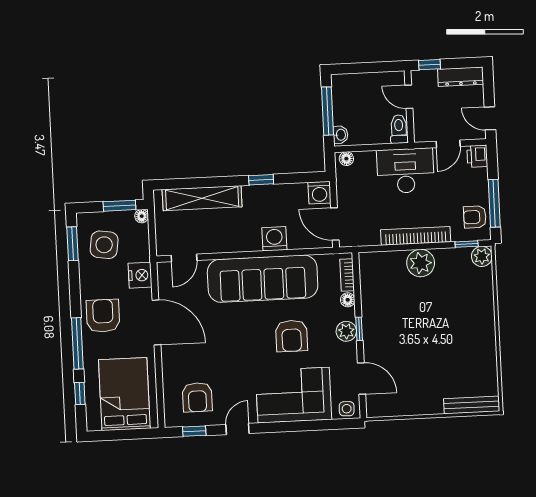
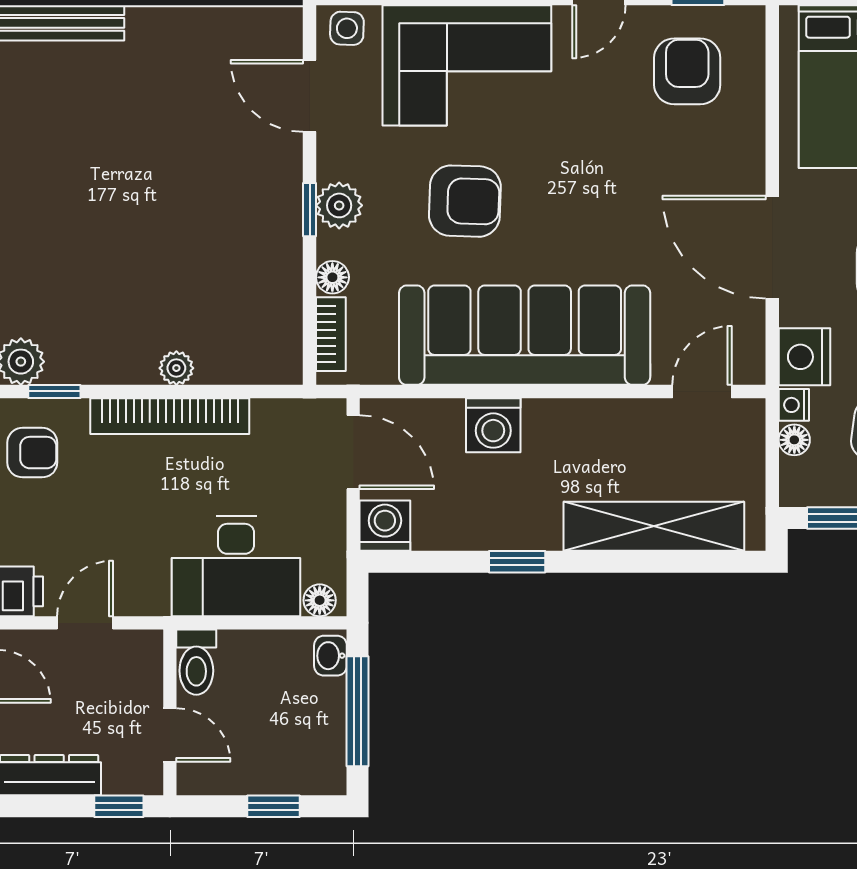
window: (362, 68) -> (273, 806), added
desk: (405, 171) -> (236, 566), moved
floor lamp: (142, 216) -> (794, 440), moved
nightstand: (144, 254) -> (794, 405), added
plant: (421, 263) -> (176, 368), width x0.53, depth x0.53
armchair: (292, 336) -> (465, 201), turned 92

